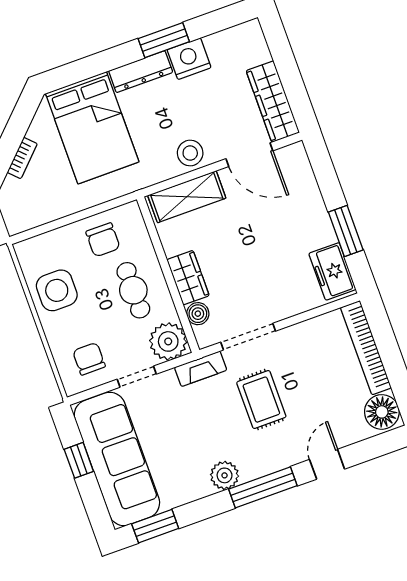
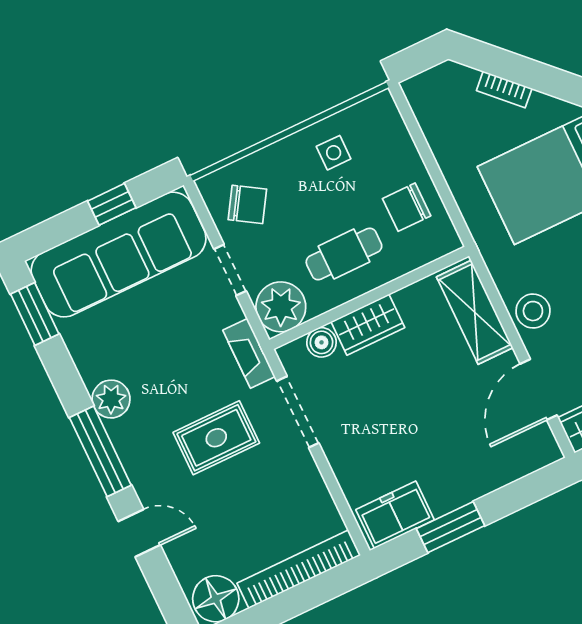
side table: (57, 290) -> (334, 153), width x0.54, depth x0.54
chair: (89, 359) -> (247, 204), turned 32

